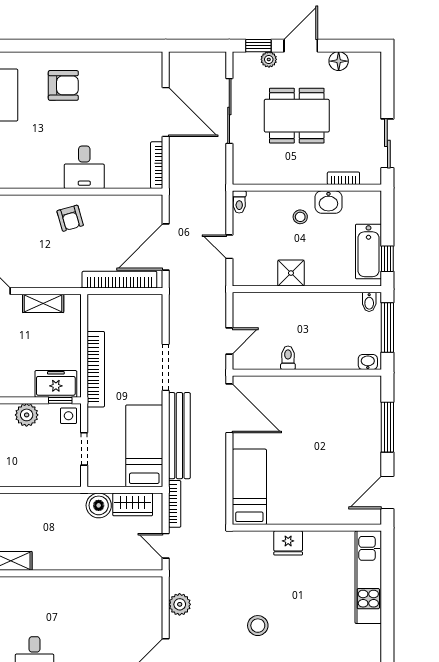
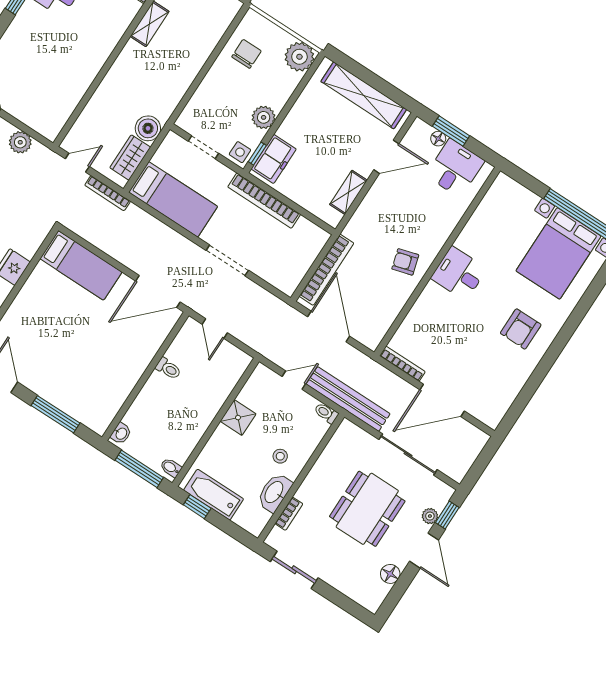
desk: (84, 167) -> (459, 273), moved
washbasin: (328, 202) -> (274, 492), width x1.38
bench: (179, 436) -> (348, 399), moved

